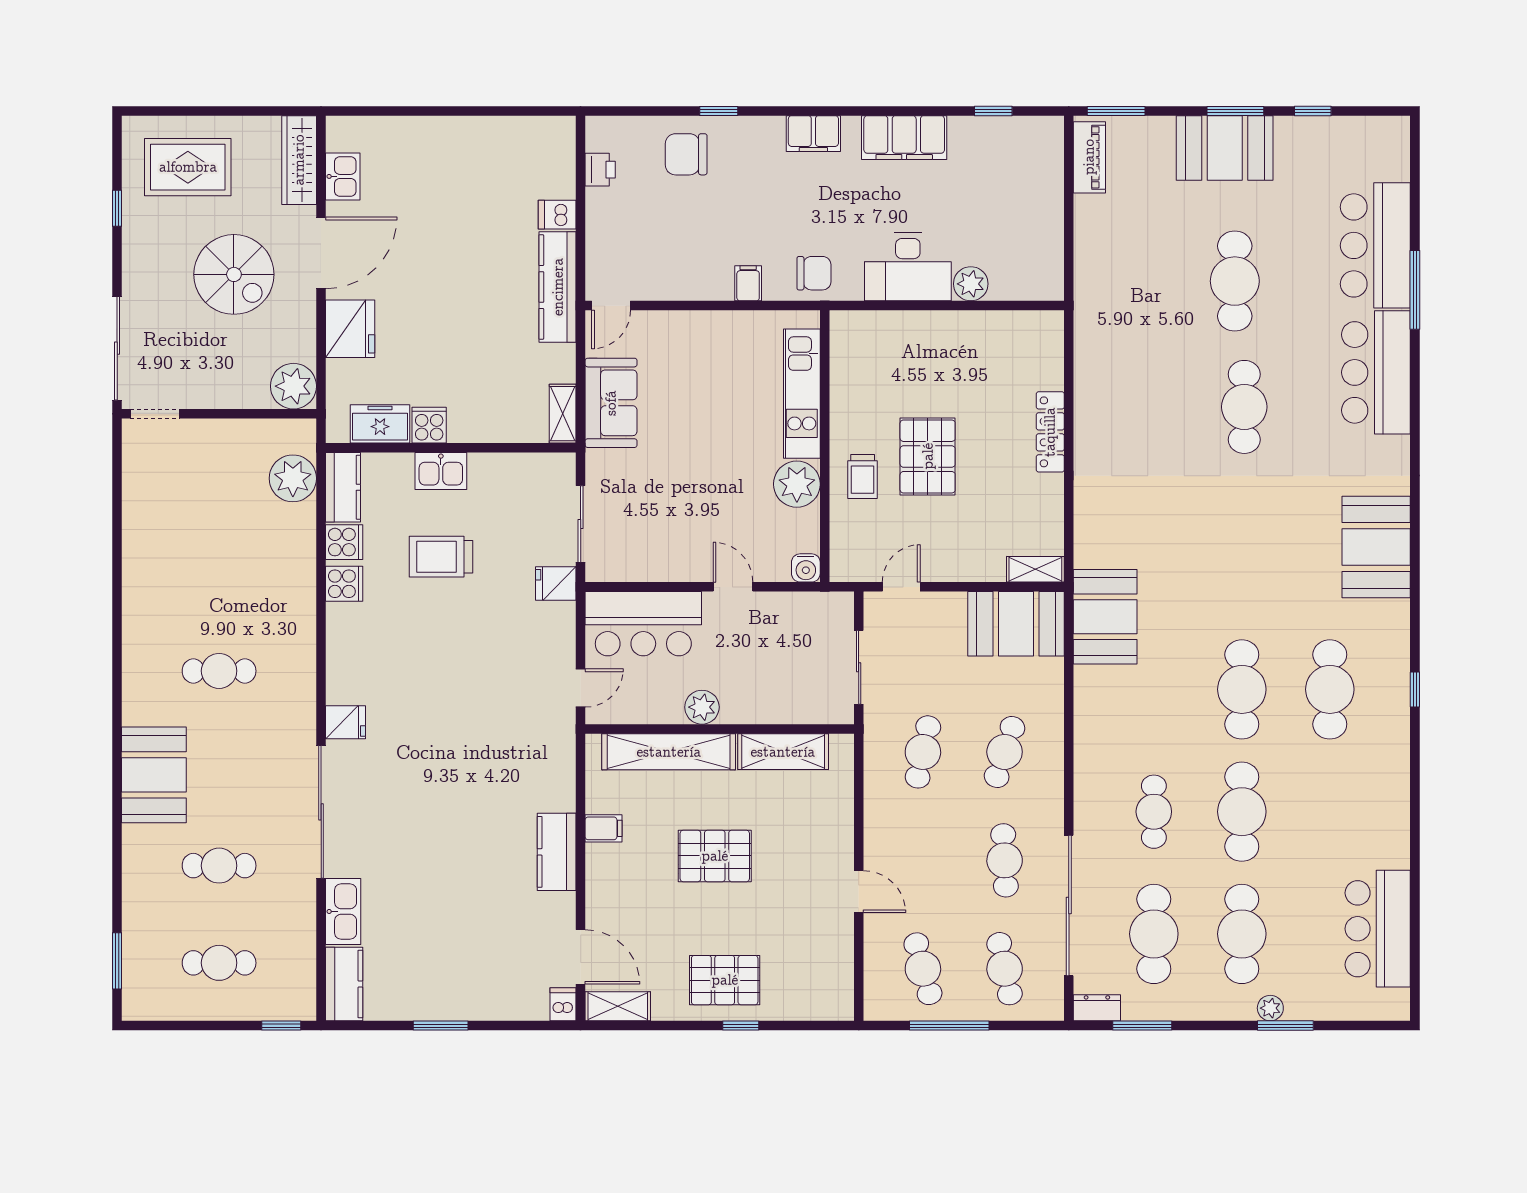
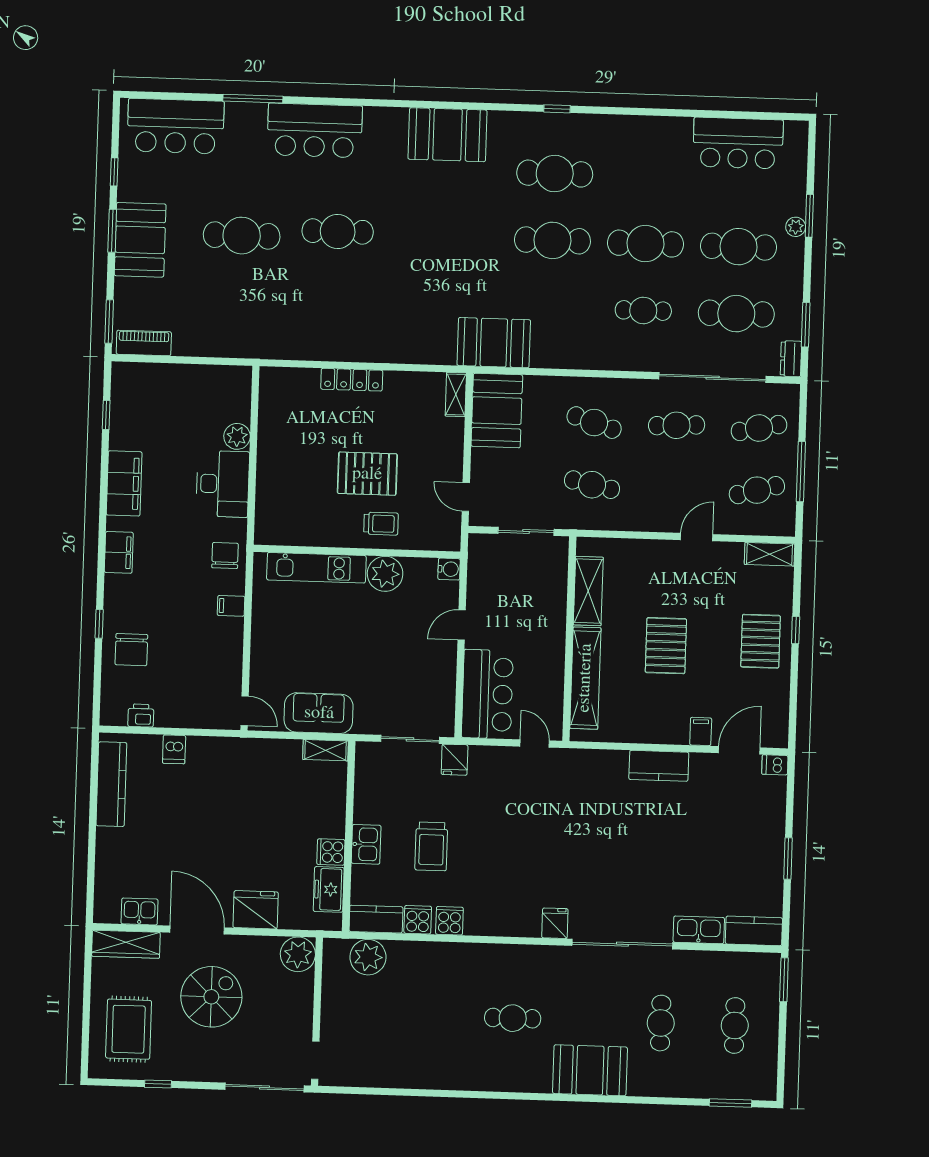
bar counter: (1375, 245) -> (176, 126), moved
kitchen counter: (558, 287) -> (111, 784), moved, turned -90
cafe table: (219, 671) -> (513, 1018), turned 90
plant: (702, 707) -> (552, 652), removed
filing cabinet: (604, 828) -> (701, 731), moved
shelving: (618, 1006) -> (770, 554), moved, turned 90
window: (281, 1026) -> (784, 980), width x1.50

